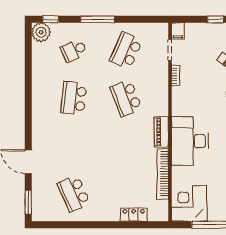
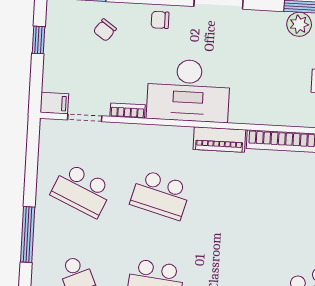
school desk: (126, 98) -> (160, 195), turned 36
desk: (190, 141) -> (188, 90), moved

